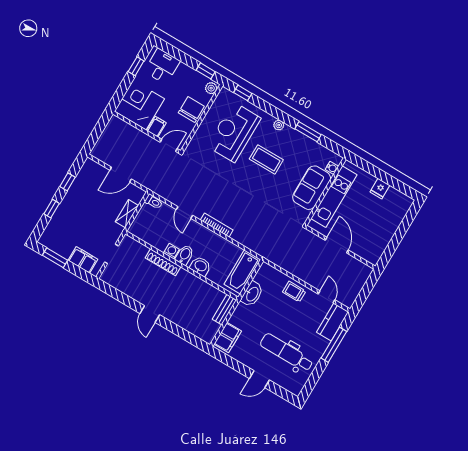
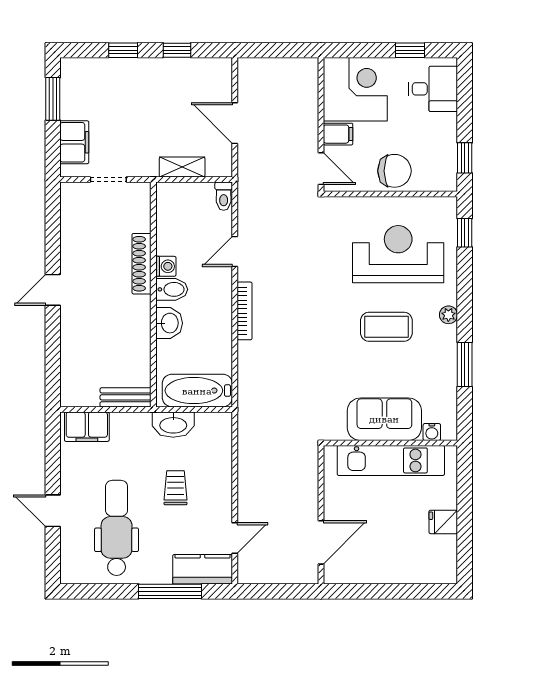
plant: (211, 88) -> (444, 181), removed
coffee table: (266, 159) -> (386, 327), turned 90
door: (337, 245) -> (321, 542), moved
trolley: (294, 292) -> (176, 488), moved

